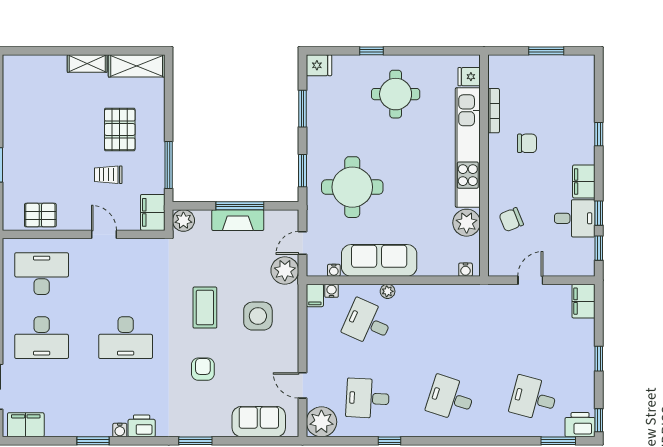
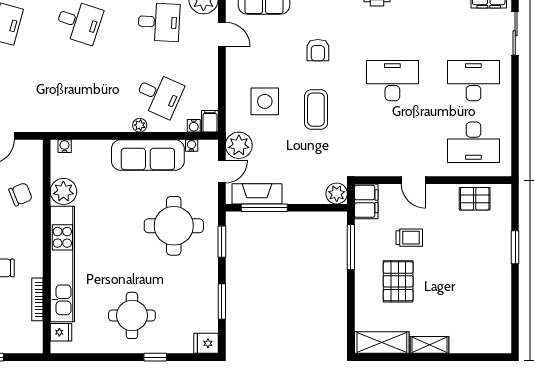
window: (240, 206) -> (264, 208), moved
fireplace: (238, 220) -> (257, 194), moved

